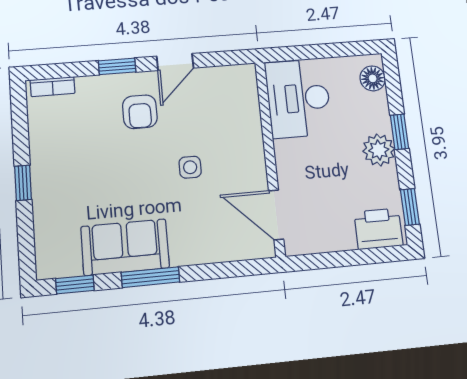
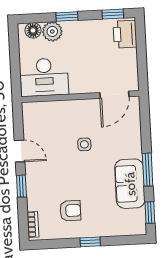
armchair: (140, 112) -> (70, 211), moved
plant: (379, 150) -> (52, 31), moved

